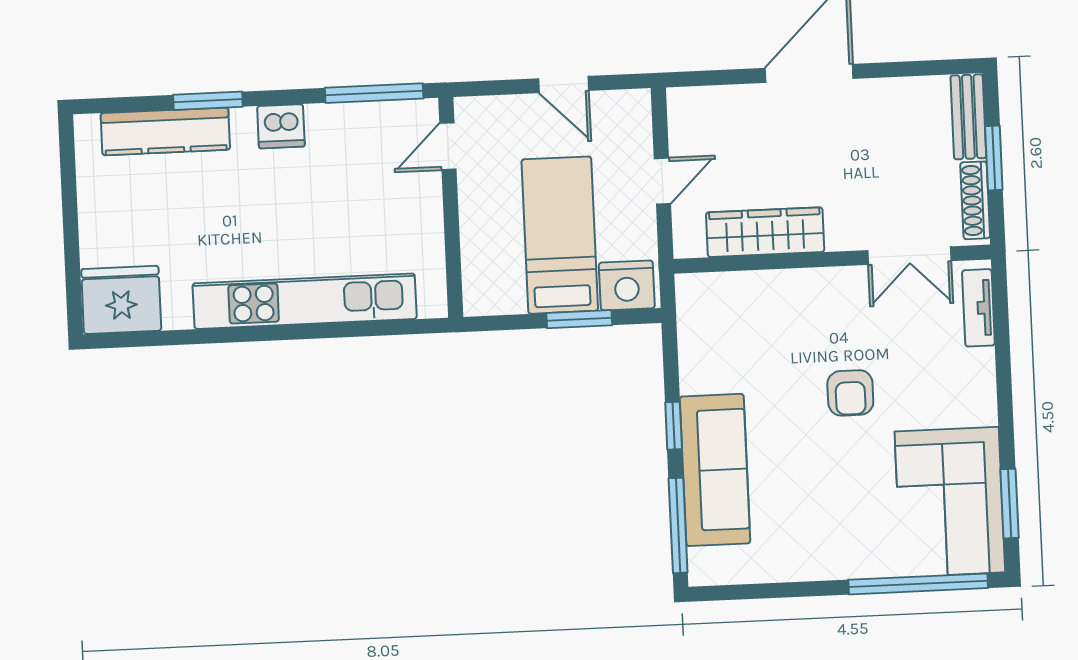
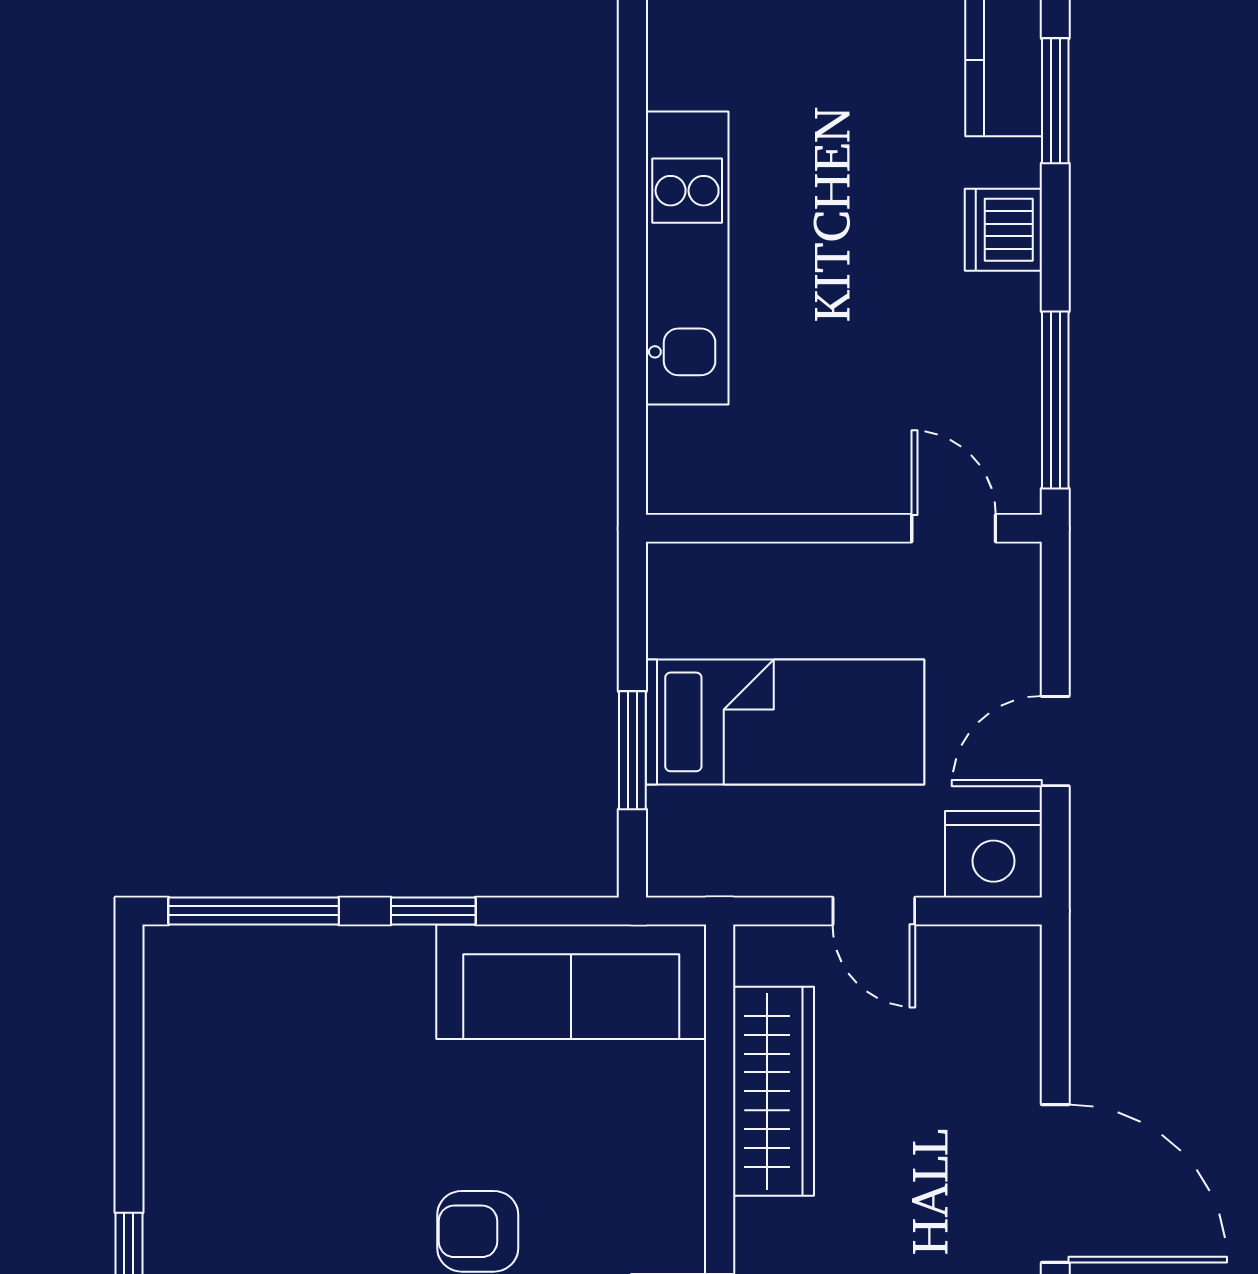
nightstand: (627, 285) -> (993, 854), moved, turned -90
kitchen unit: (305, 301) -> (687, 258), width x0.73
sofa: (715, 470) -> (571, 982), moved

